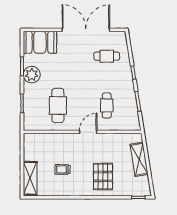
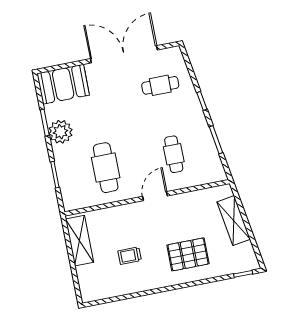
pallet: (103, 176) -> (188, 254), turned 90
shelving: (30, 178) -> (80, 241), moved

